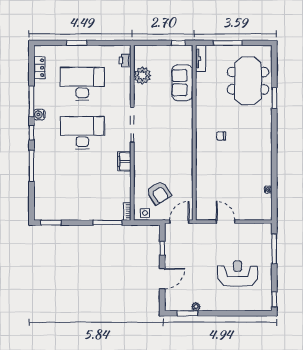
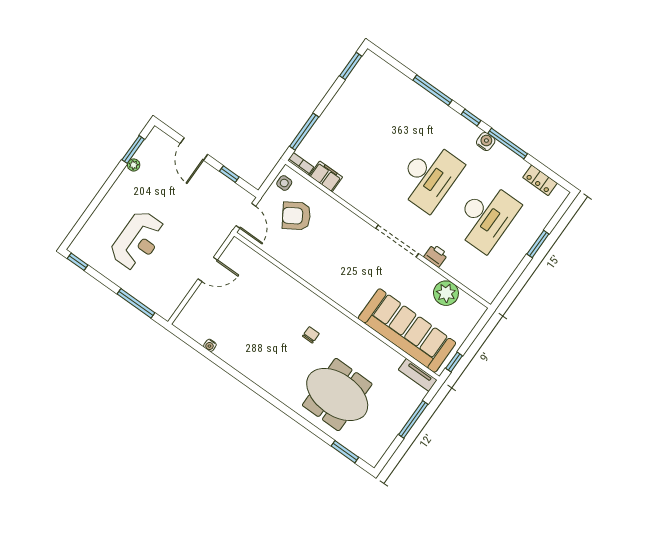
printer: (125, 60) -> (436, 256), moved
meeting table: (248, 81) -> (337, 395), moved
sofa: (182, 83) -> (407, 331), width x1.85, depth x1.27
window: (274, 98) -> (345, 452), moved
filing cabinet: (124, 161) -> (326, 176), moved

